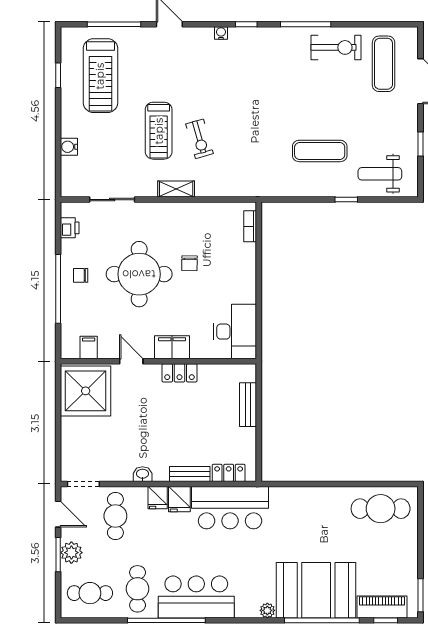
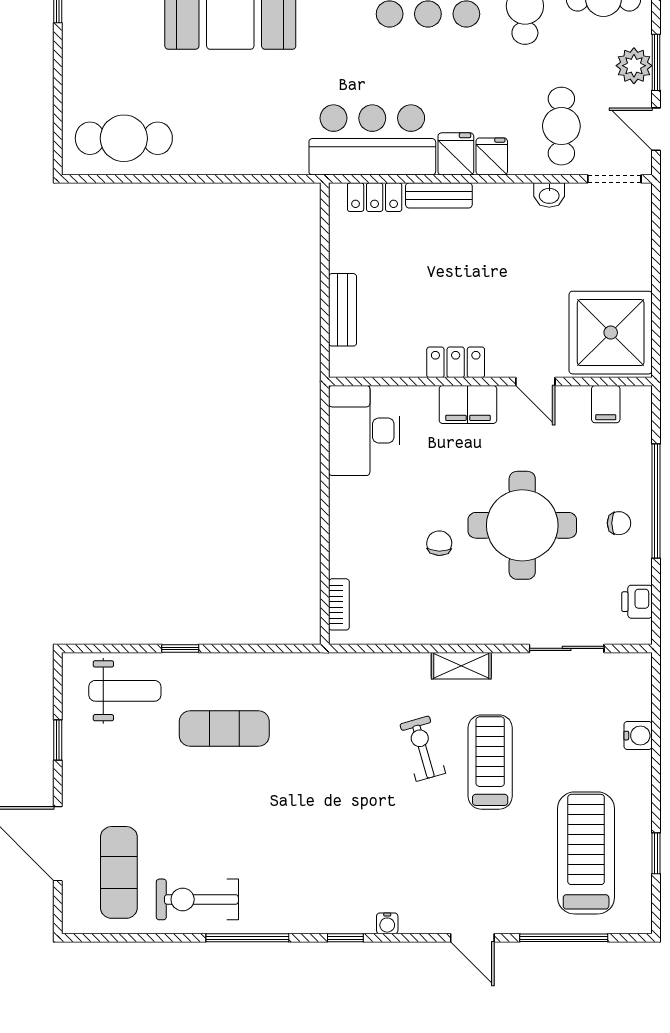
washbasin: (143, 474) -> (549, 195), moved

